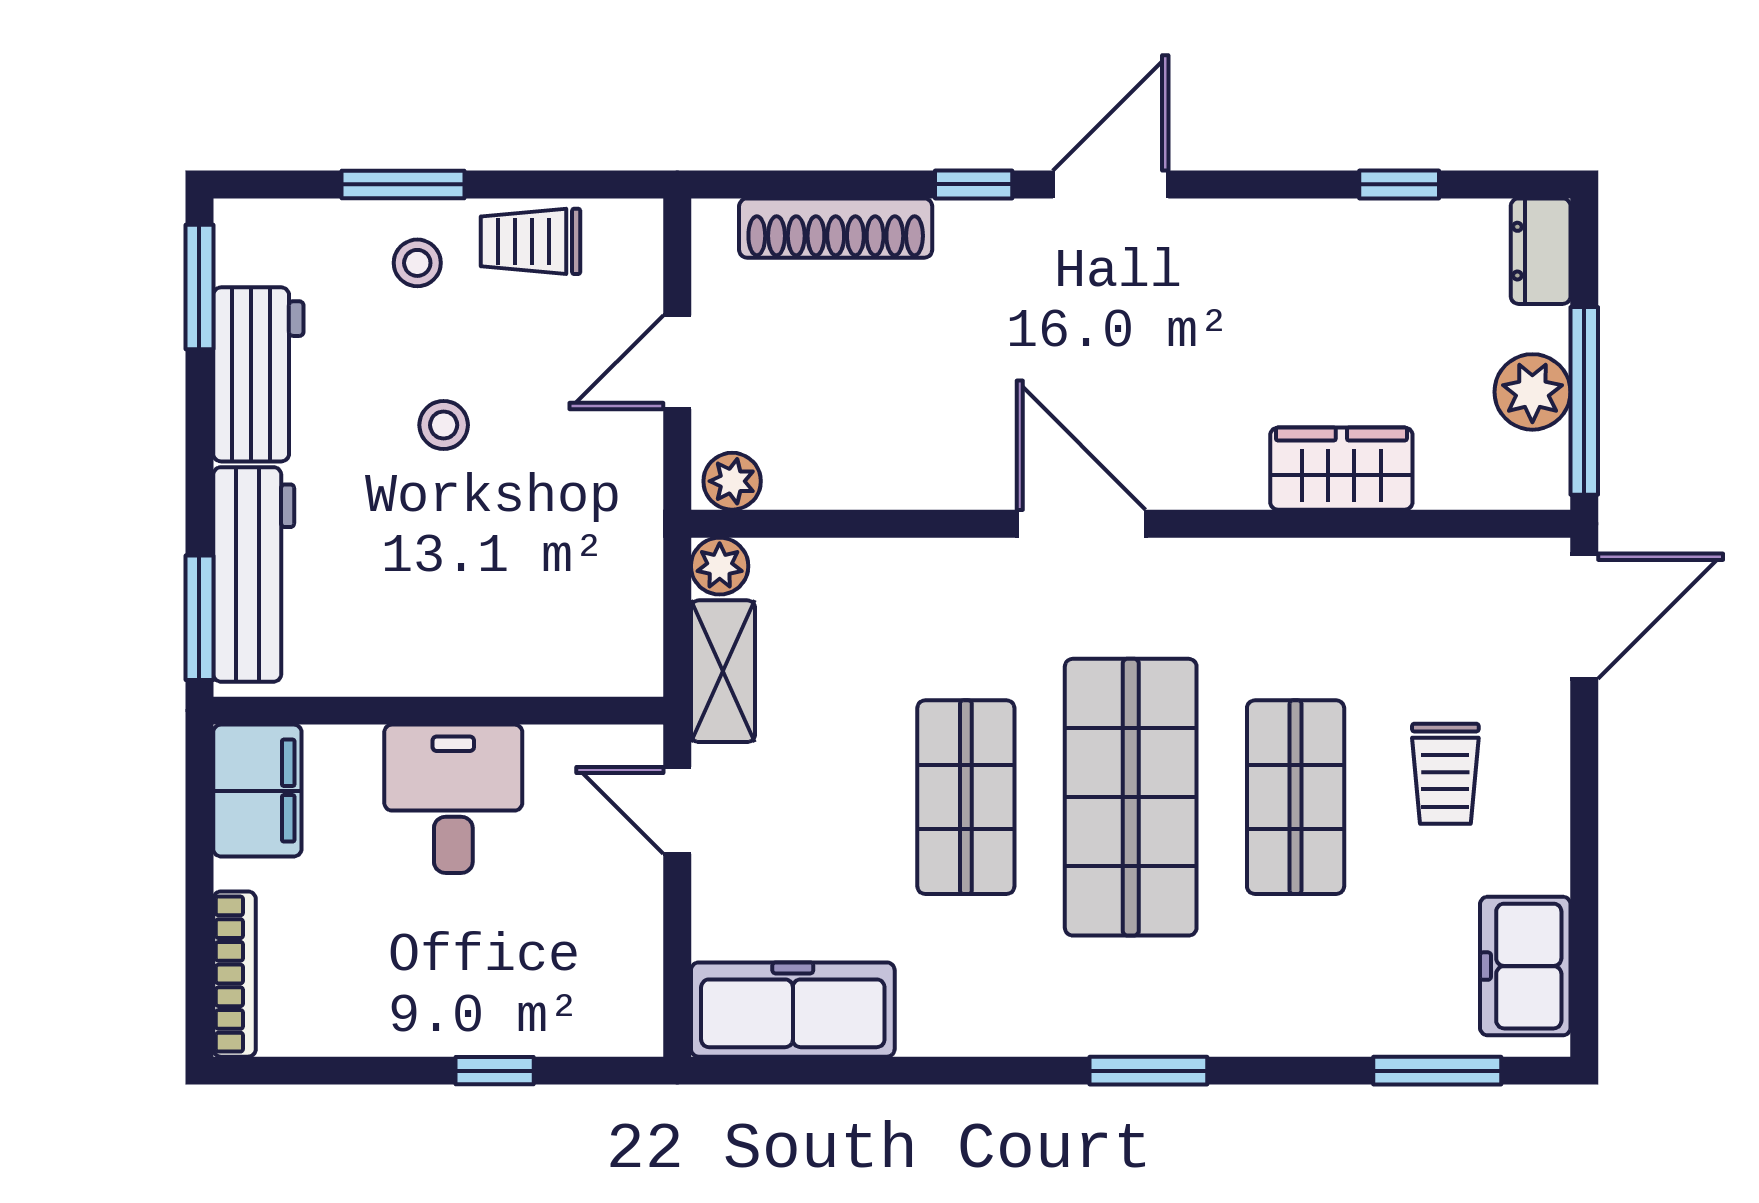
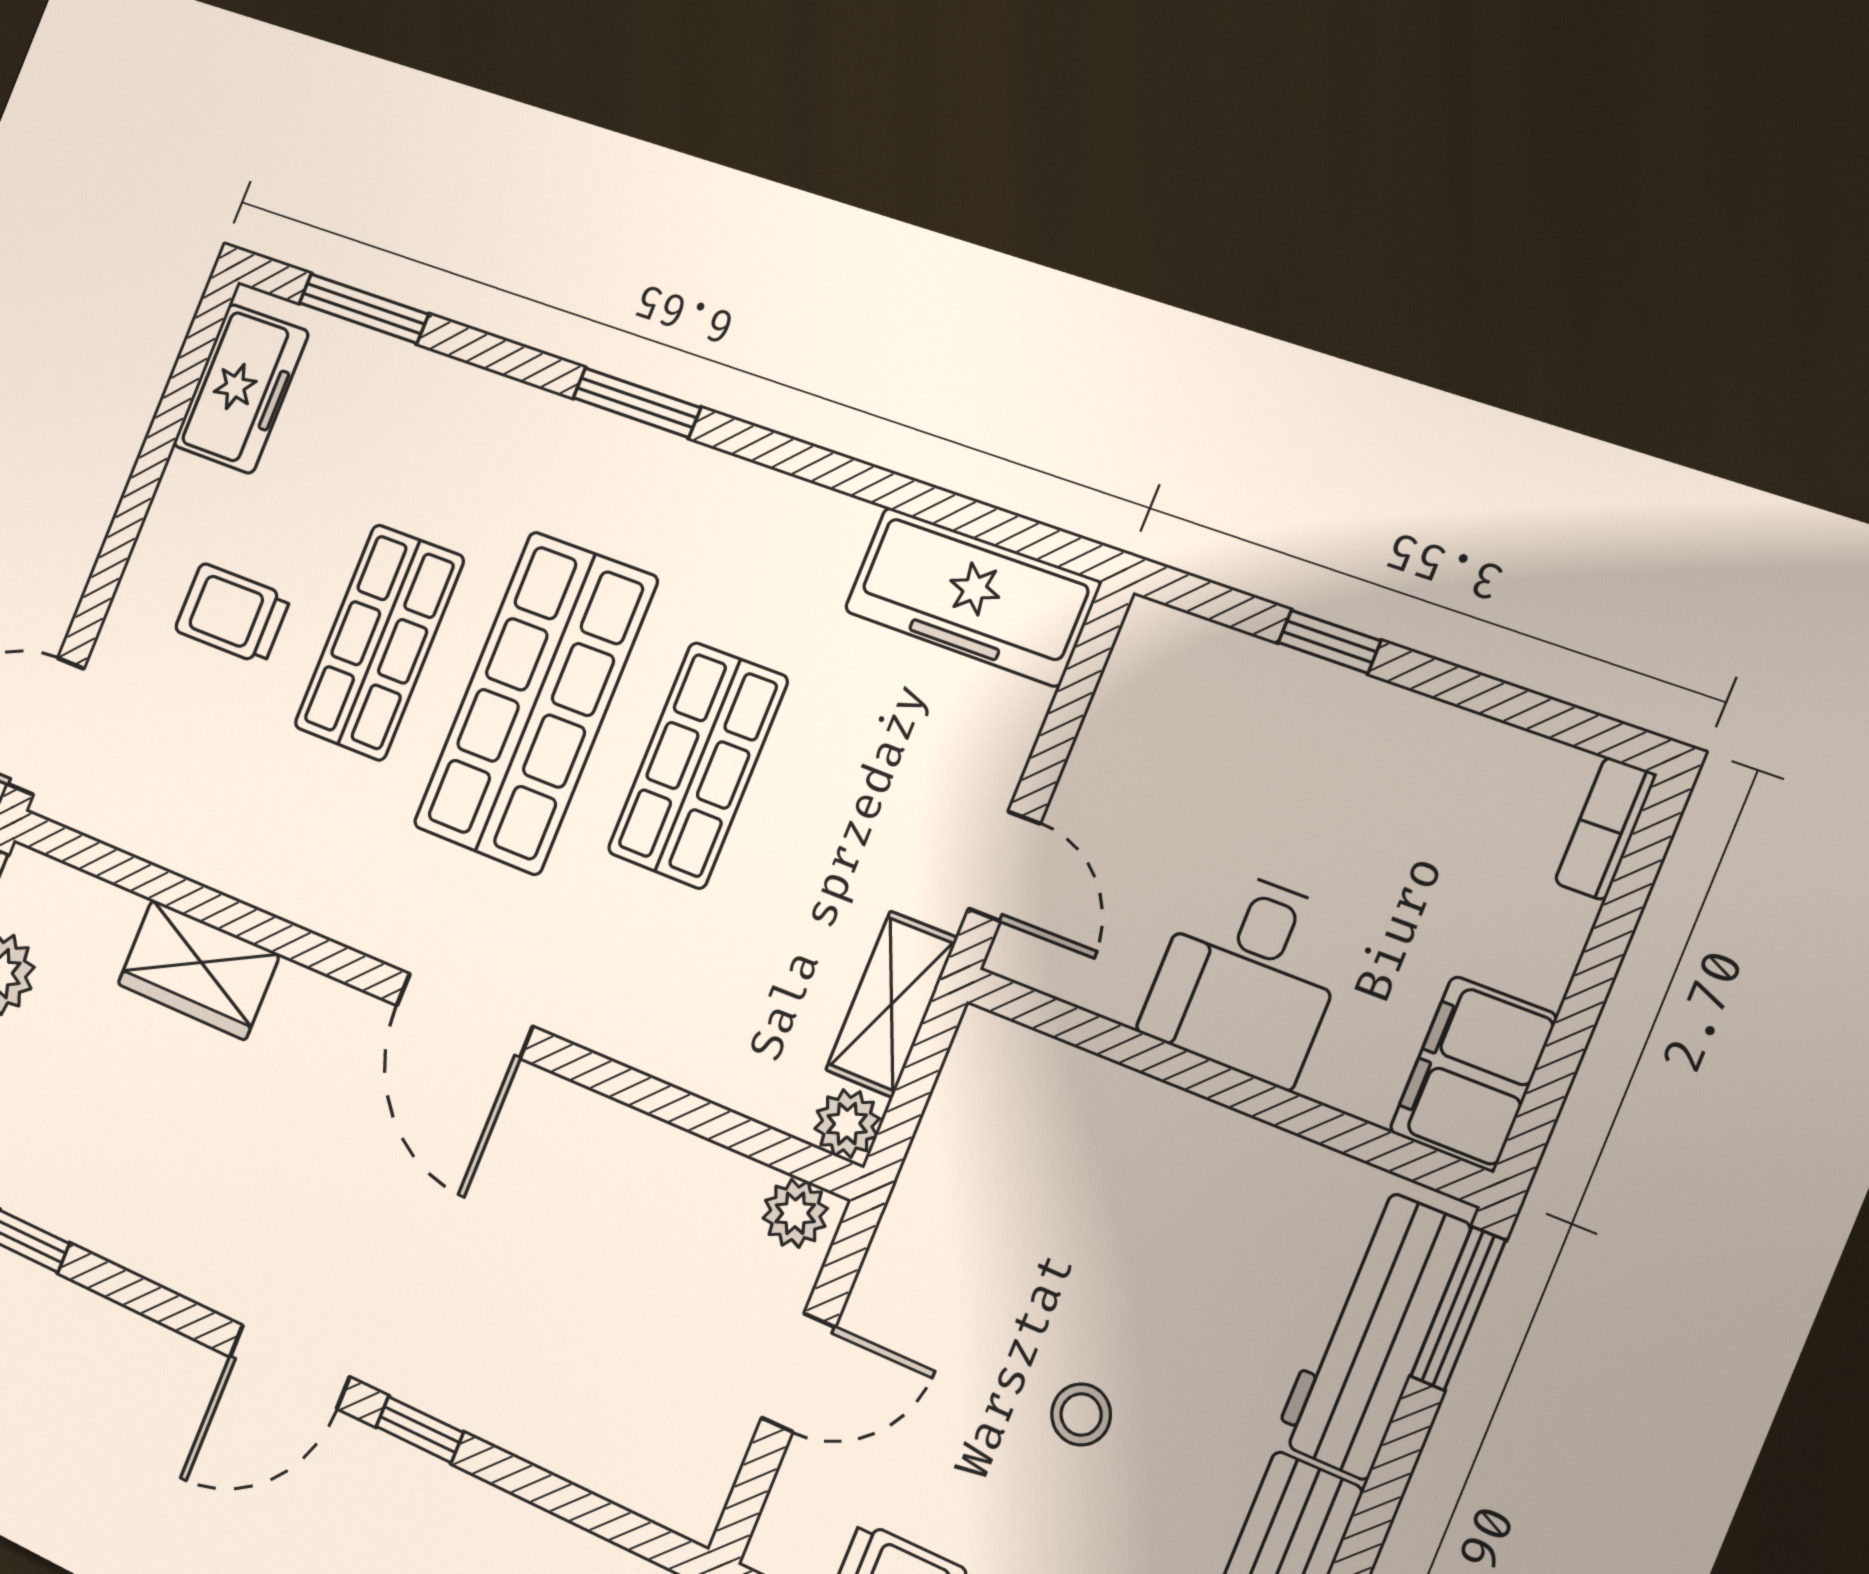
shoe rack: (836, 228) -> (575, 1447), removed
trolley: (1445, 774) -> (232, 614), turned -90
bookcase: (235, 974) -> (1605, 828), width x0.64

